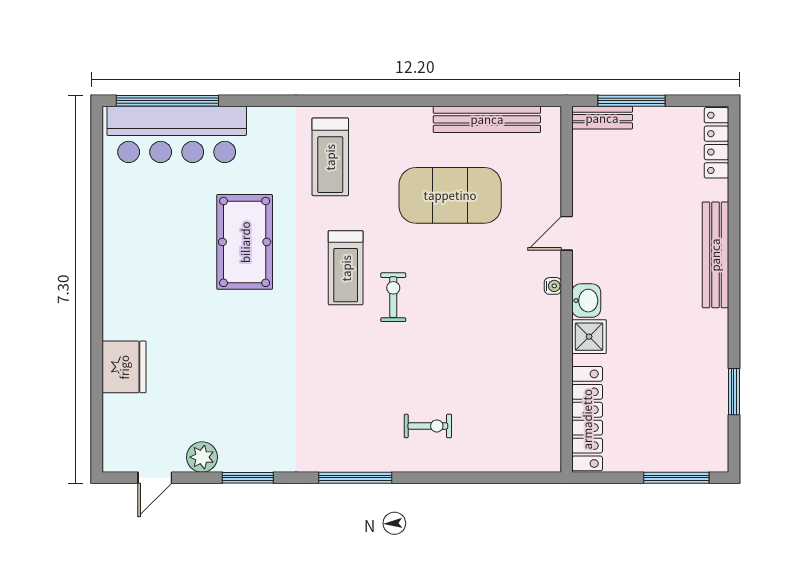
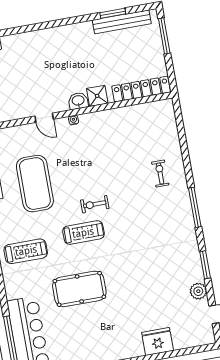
bench: (715, 255) -> (122, 22), moved

